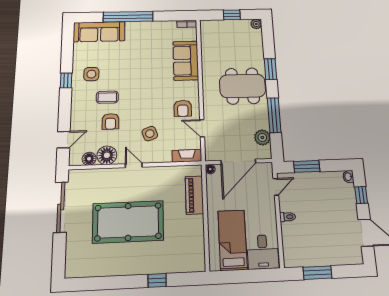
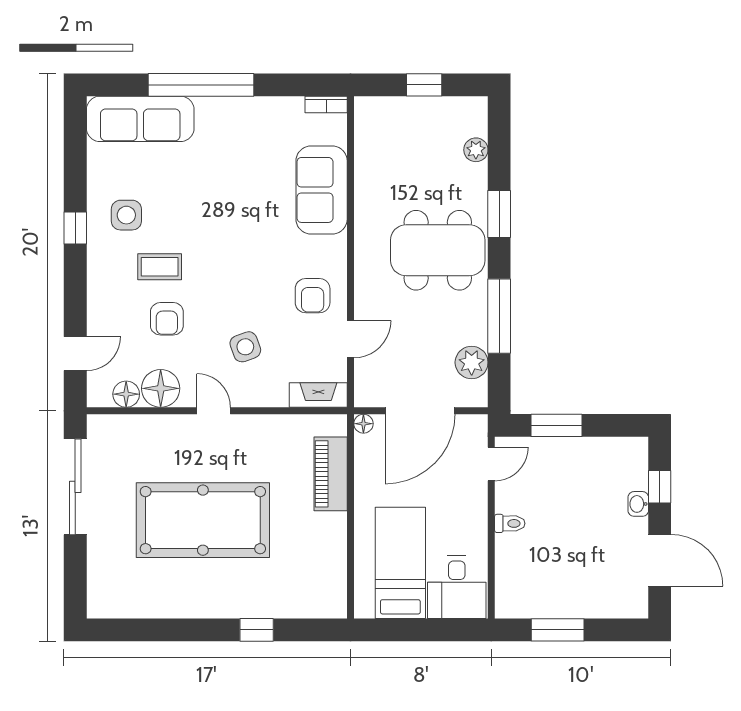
plant: (256, 24) -> (476, 150), moved
door: (202, 128) -> (351, 339), swing flipped
washbasin: (348, 177) -> (638, 504), moved

